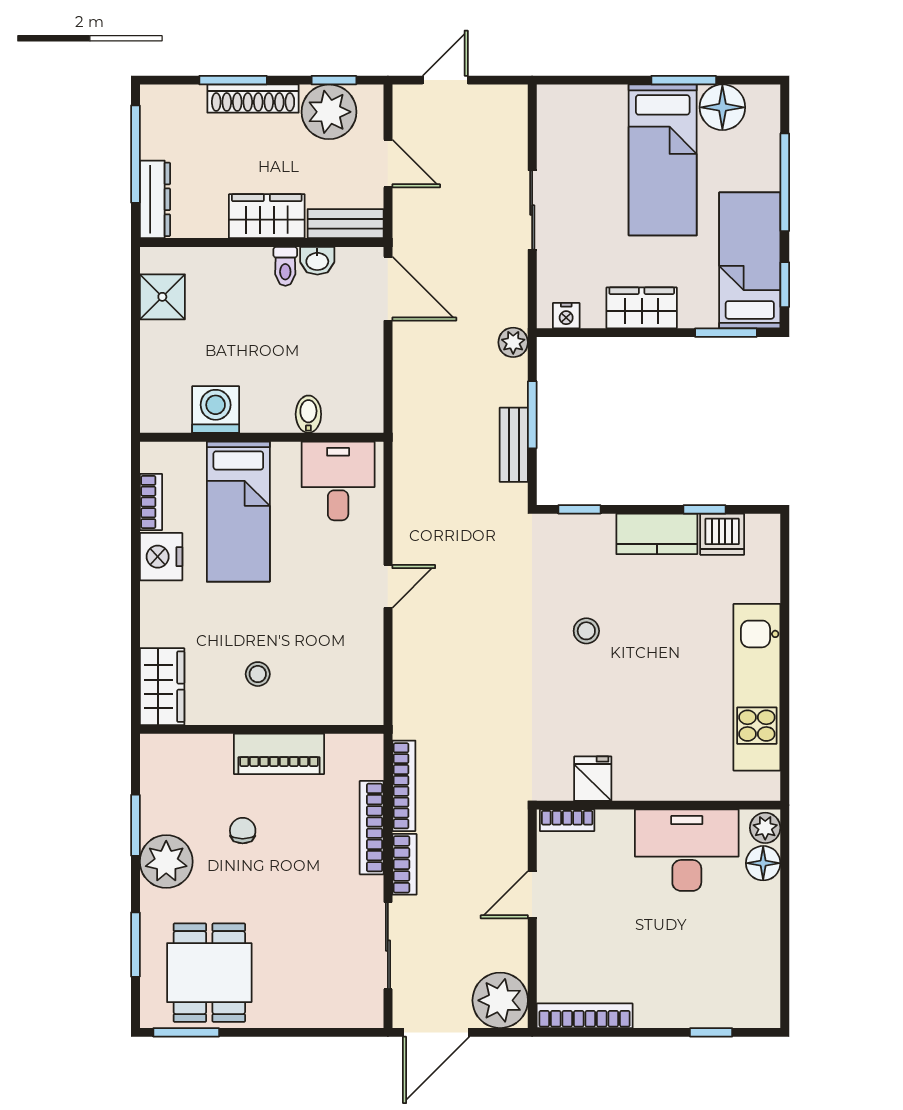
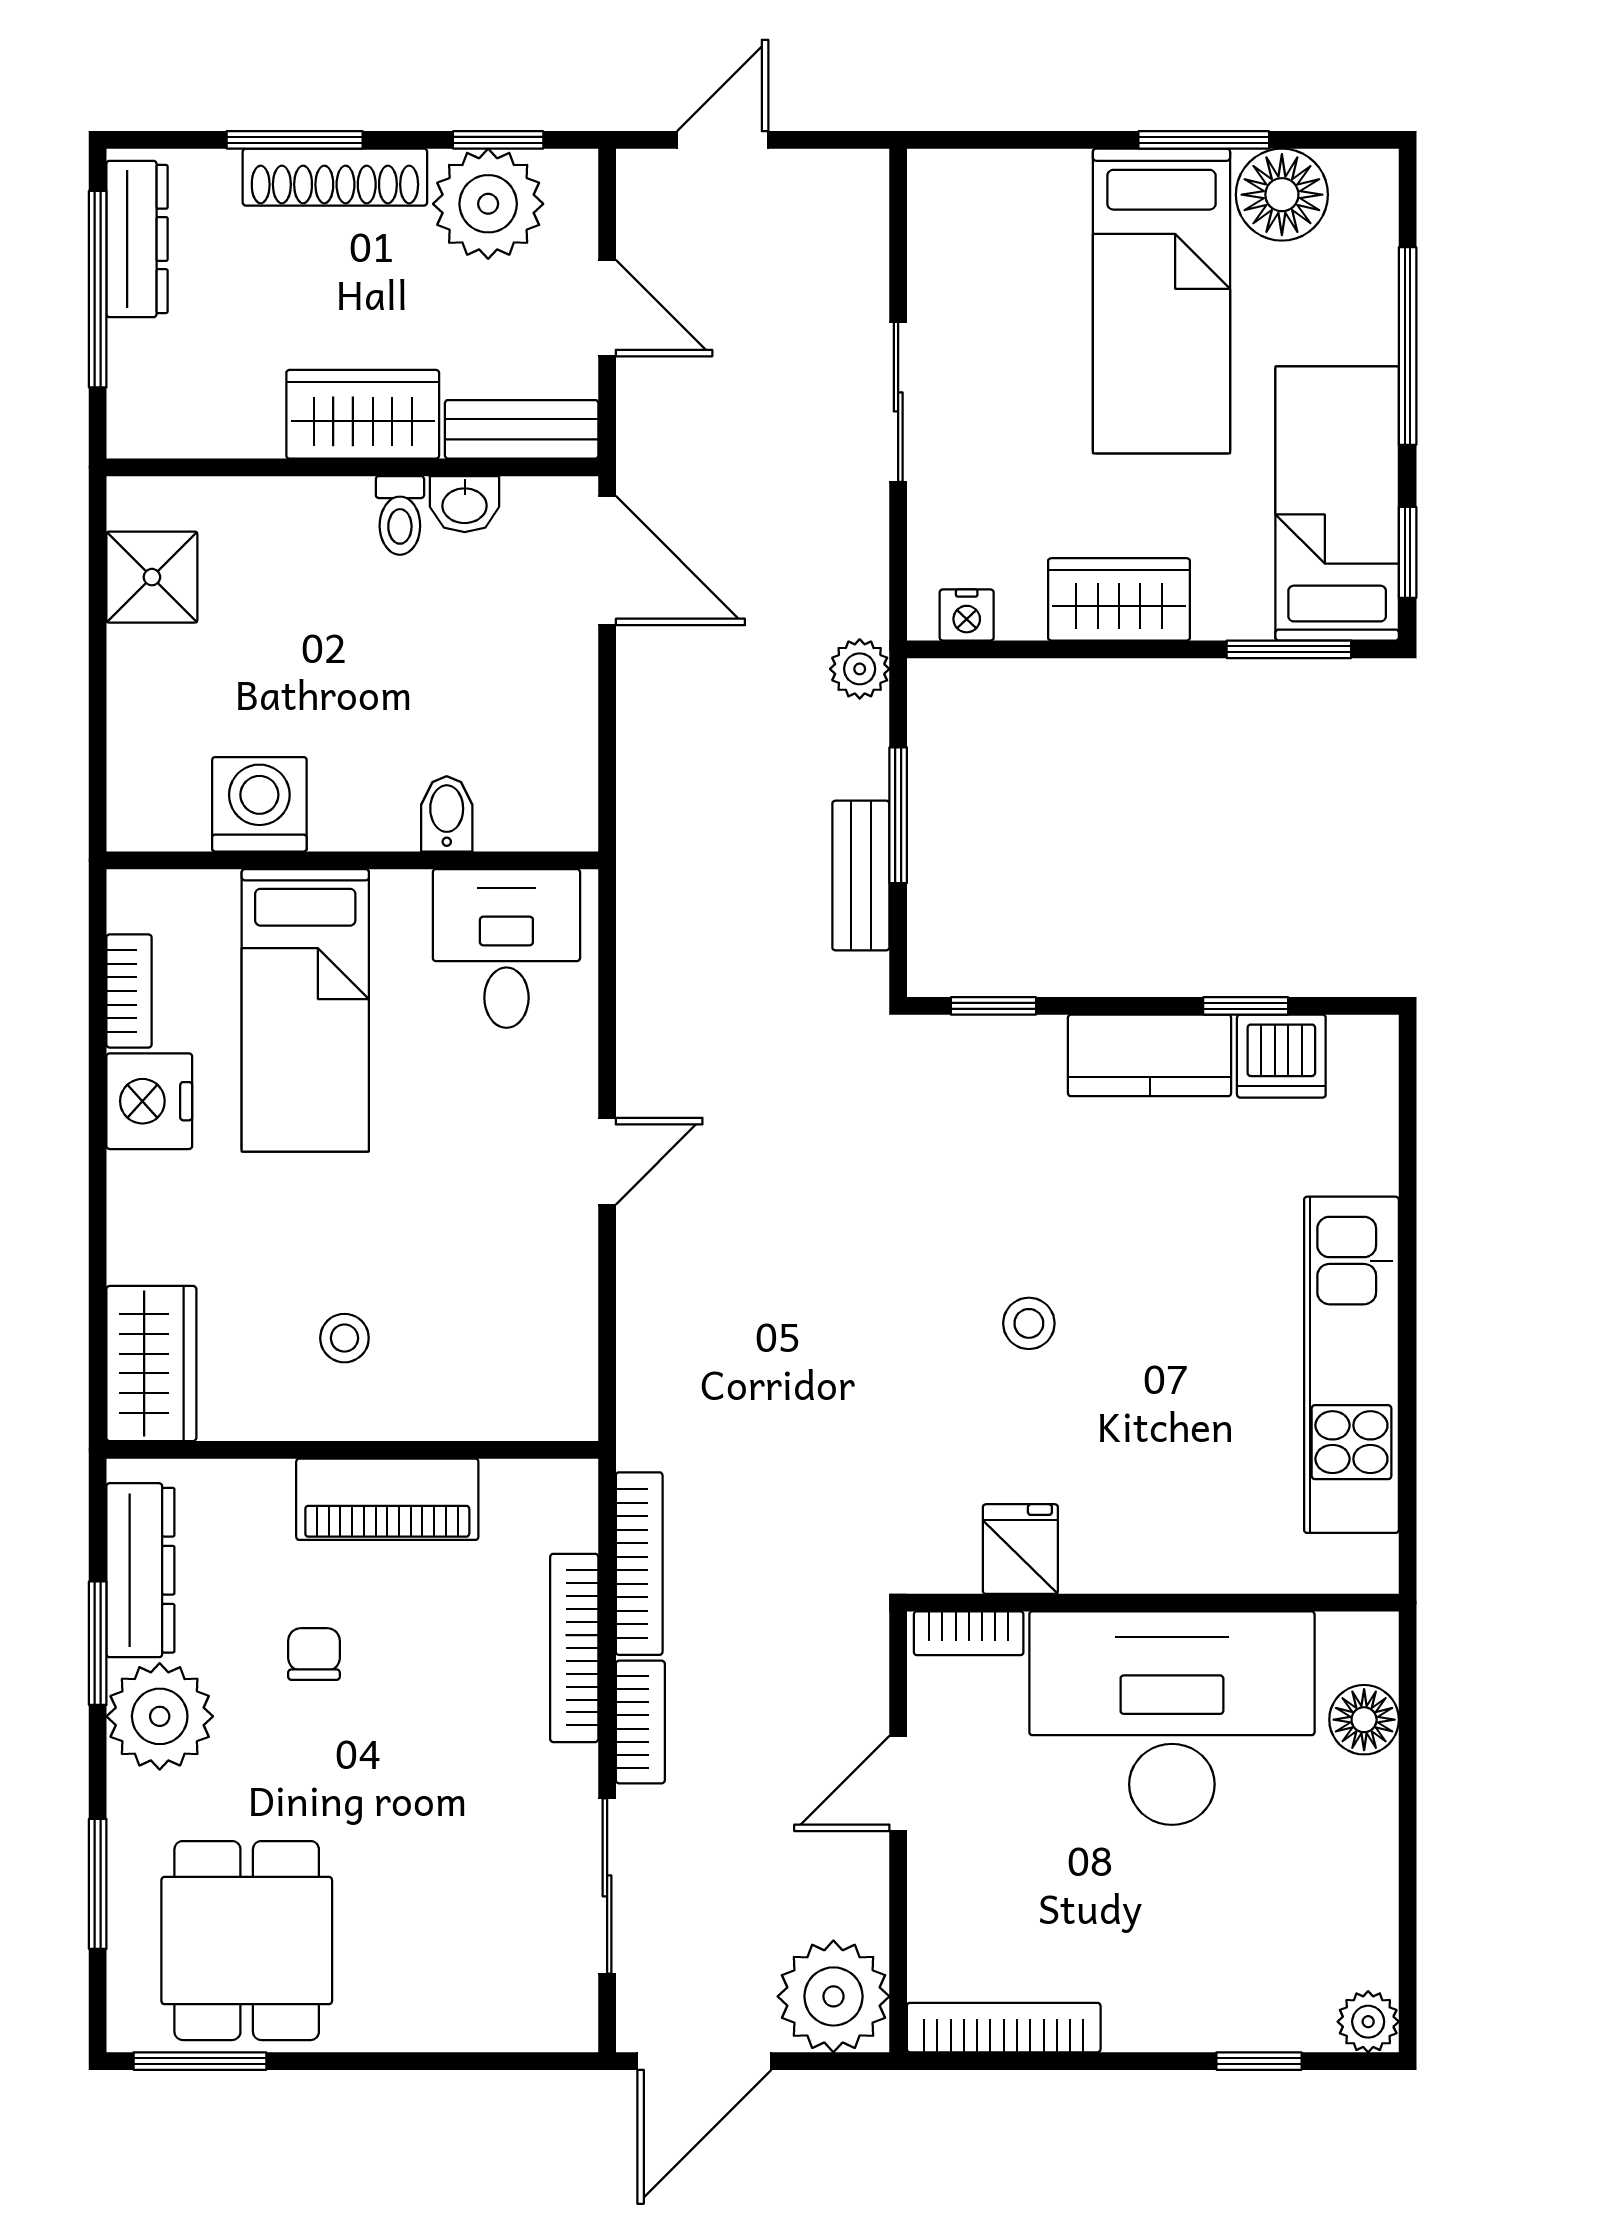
dresser: (155, 199) -> (137, 239), moved
stool: (586, 631) -> (1029, 1323), moved
dresser: (157, 789) -> (140, 1570), added
plant: (765, 828) -> (1368, 2022), moved
desk: (687, 850) -> (1172, 1718), width x1.36, depth x1.30

